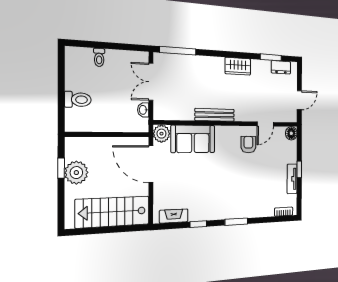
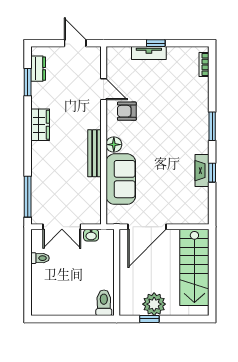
toilet: (99, 57) -> (40, 258), moved
toilet: (78, 100) -> (104, 303), moved
floor lamp: (291, 133) -> (114, 145), moved
plant: (161, 134) -> (115, 215), removed
tv unit: (292, 179) -> (149, 53), moved
fireplace: (174, 216) -> (202, 171), moved

